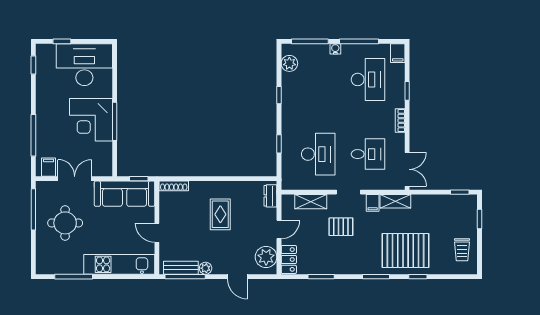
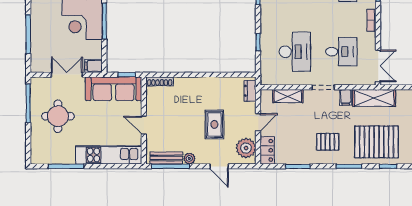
filing cabinet: (49, 167) -> (94, 66), moved, turned -90
shelving: (395, 201) -> (374, 98), width x1.50, depth x1.33
rug: (220, 214) -> (214, 124), moved
pallet: (341, 227) -> (328, 142), moved

